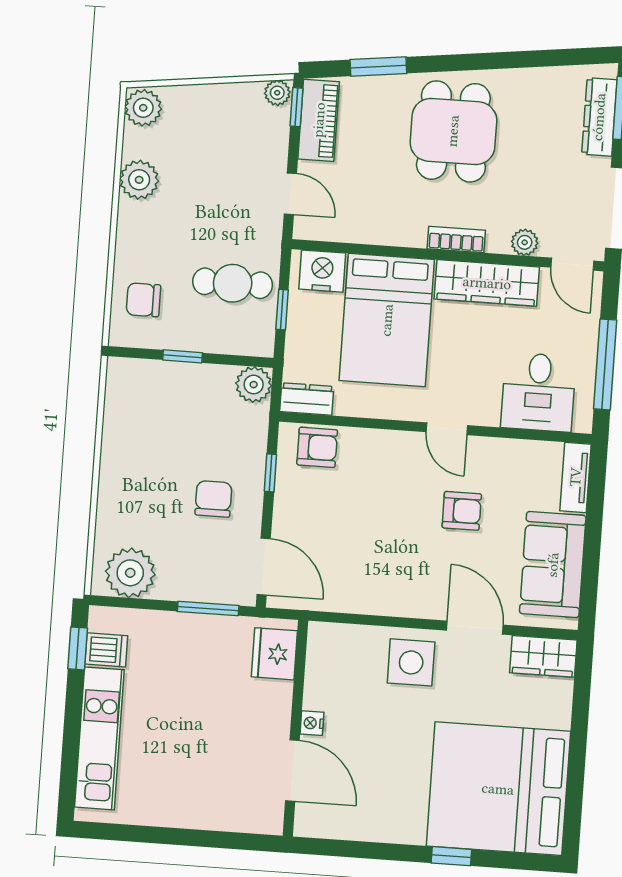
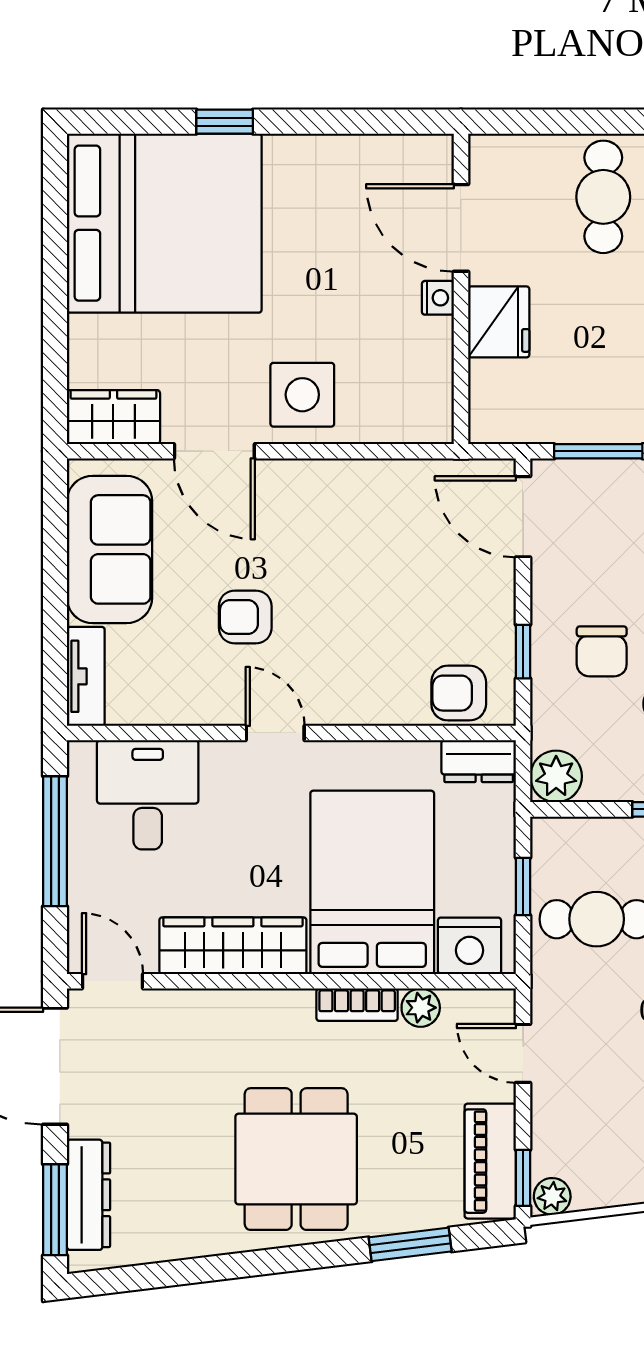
bookcase: (456, 239) -> (357, 1005), moved
plant: (525, 242) -> (421, 1008), moved
chair: (213, 499) -> (602, 651), moved
fridge: (274, 654) -> (499, 322), moved
cafe table: (192, 785) -> (603, 197), added

